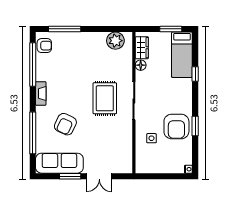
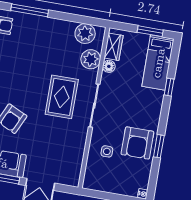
plant: (124, 62) -> (91, 59), added

